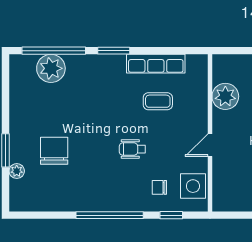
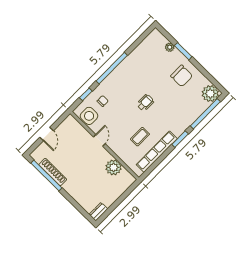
row of seats: (156, 64) -> (157, 152), width x1.36
plant: (51, 68) -> (210, 94), moved
wheelchair: (132, 149) -> (145, 103), moved
chair: (54, 151) -> (182, 76), moved

